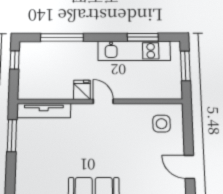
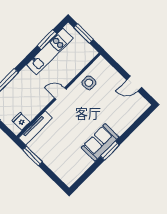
fridge: (82, 90) -> (21, 121), moved
side table: (161, 124) -> (89, 83), moved

